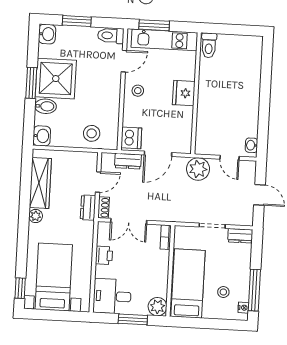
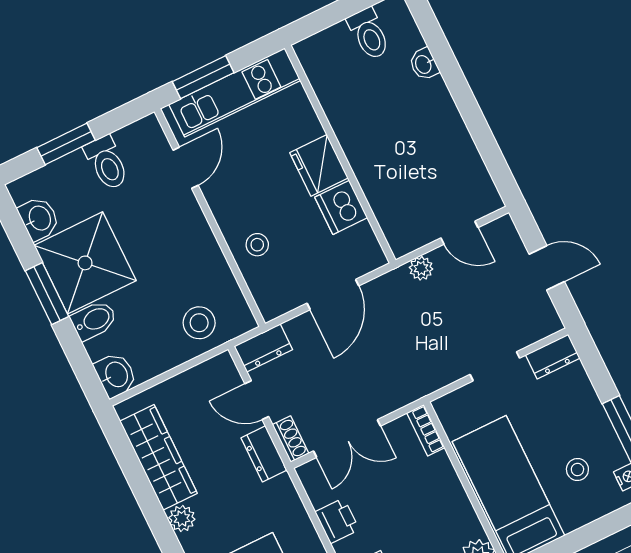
washbasin: (47, 34) -> (39, 219), moved
toilet: (111, 36) -> (107, 163), moved, turned -90
toilet: (209, 45) -> (369, 34), moved
stool: (138, 91) -> (257, 245), moved
dishwasher: (131, 138) -> (341, 207), moved, turned 180
washbasin: (251, 145) -> (424, 64), moved
dresser: (128, 161) -> (263, 348), moved
plant: (198, 169) -> (421, 268), width x0.53, depth x0.53
door: (98, 182) -> (257, 400), swing flipped

